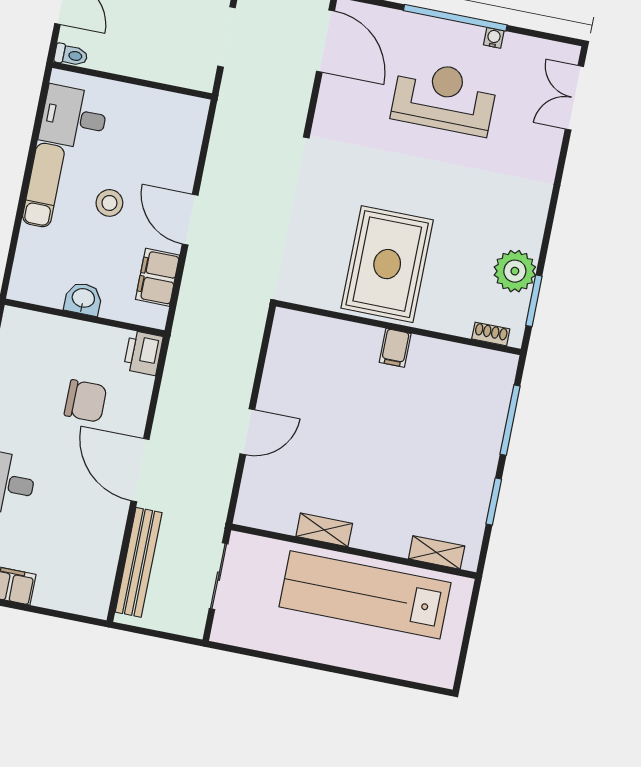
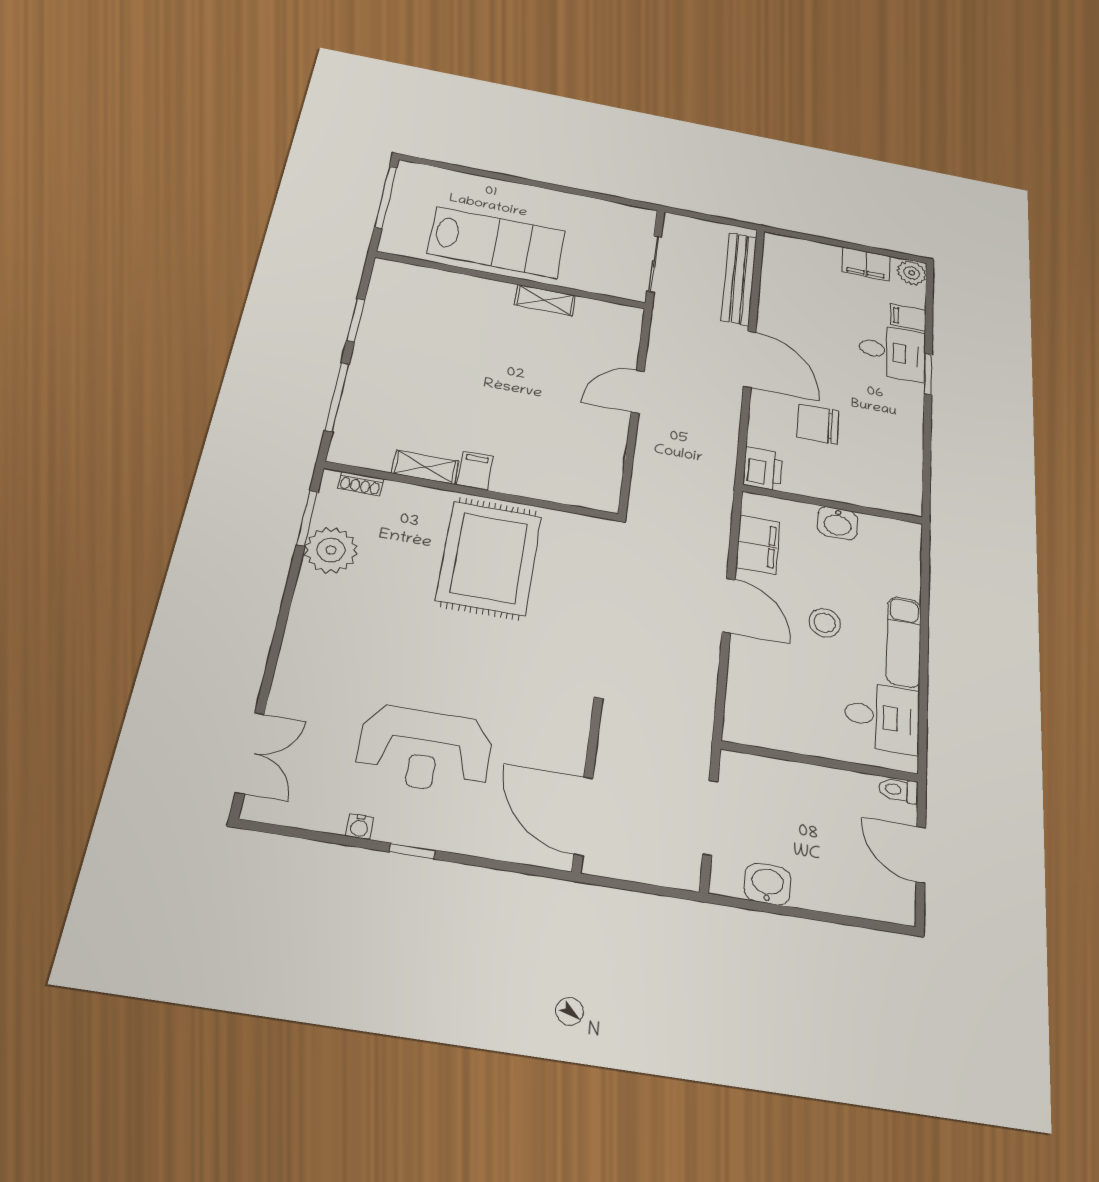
window: (455, 18) -> (412, 851), width x0.32
shelving: (437, 552) -> (425, 467), moved
lab bench: (365, 595) -> (497, 242), width x0.73
window: (466, 643) -> (386, 197), added

